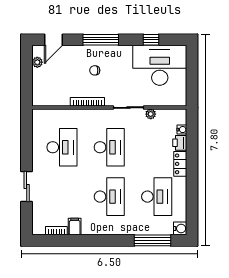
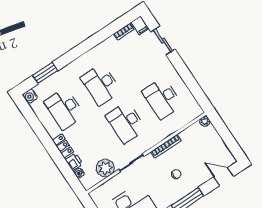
door: (54, 40) -> (224, 177), hinge flipped
plant: (37, 62) -> (205, 121), moved
plant: (151, 114) -> (105, 168), width x1.88, depth x1.88
sliding door: (27, 186) -> (163, 40), moved
filing cabinet: (75, 227) -> (140, 25), moved
window: (153, 240) -> (45, 73), width x0.69

